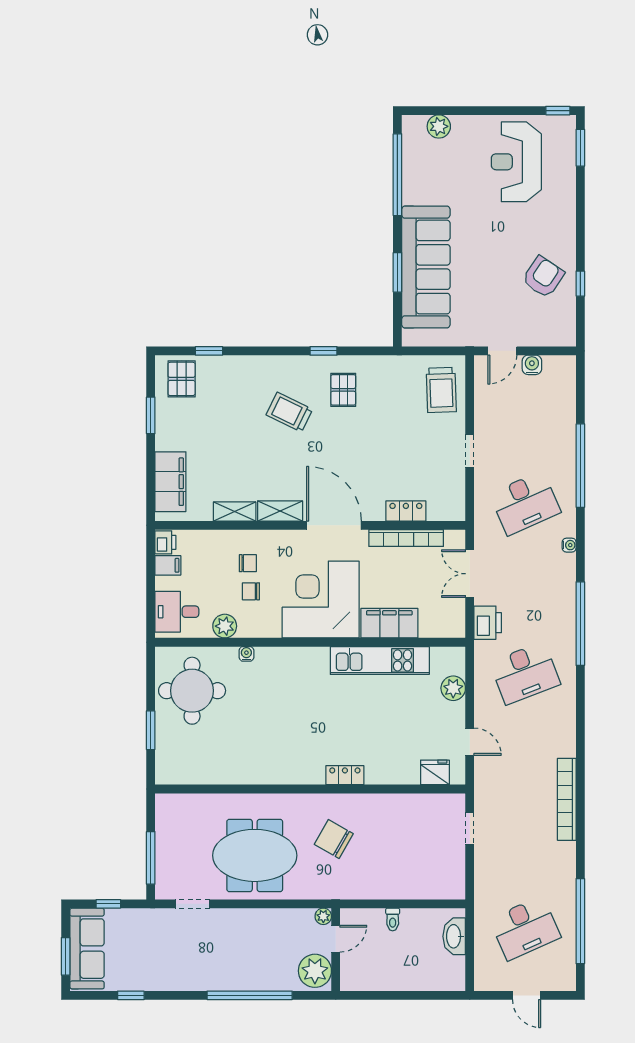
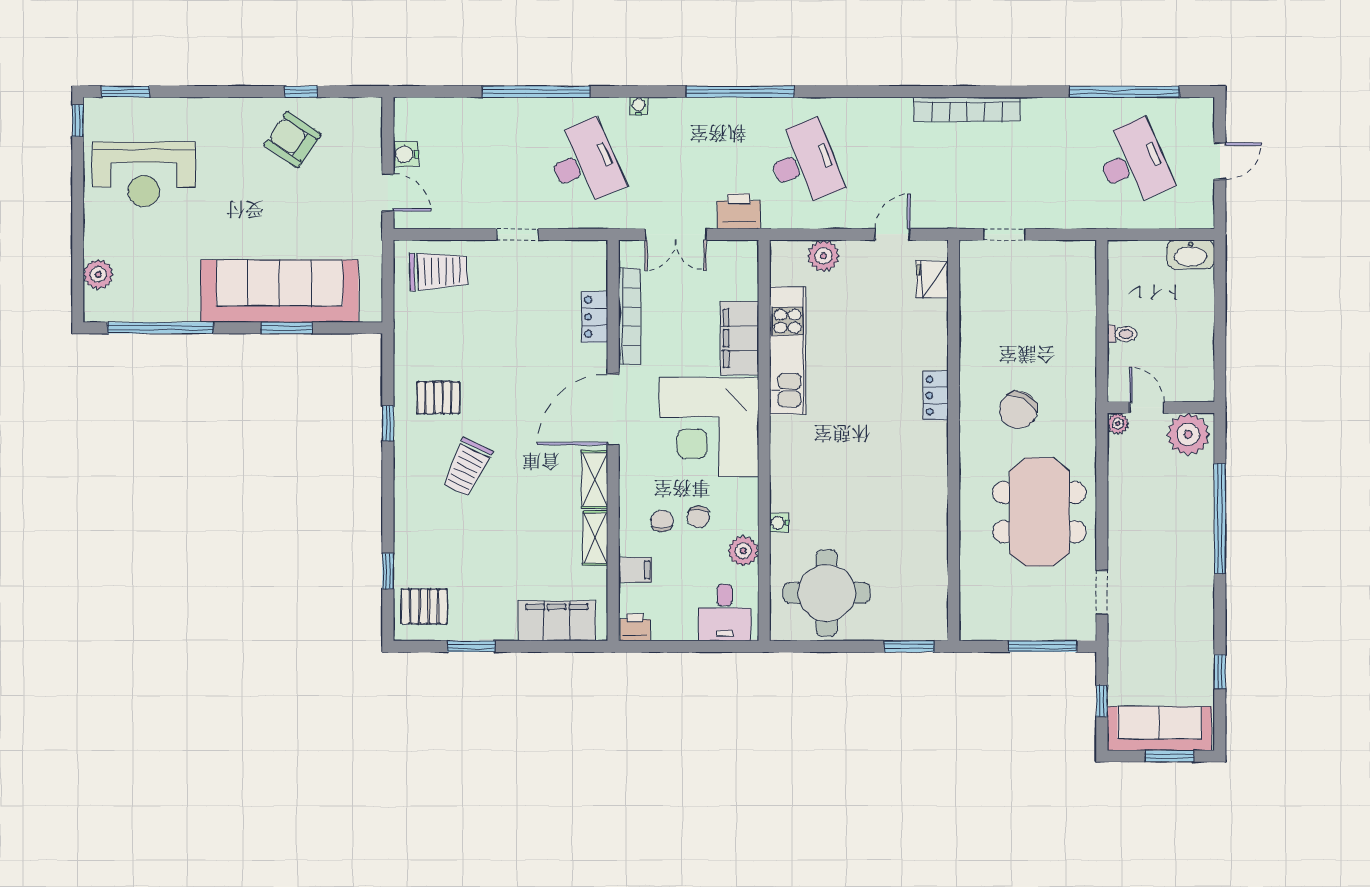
filing cabinet: (168, 565) -> (635, 570), moved, turned 90
window: (151, 730) -> (909, 646), moved
washbasin: (454, 936) -> (1191, 254), moved

